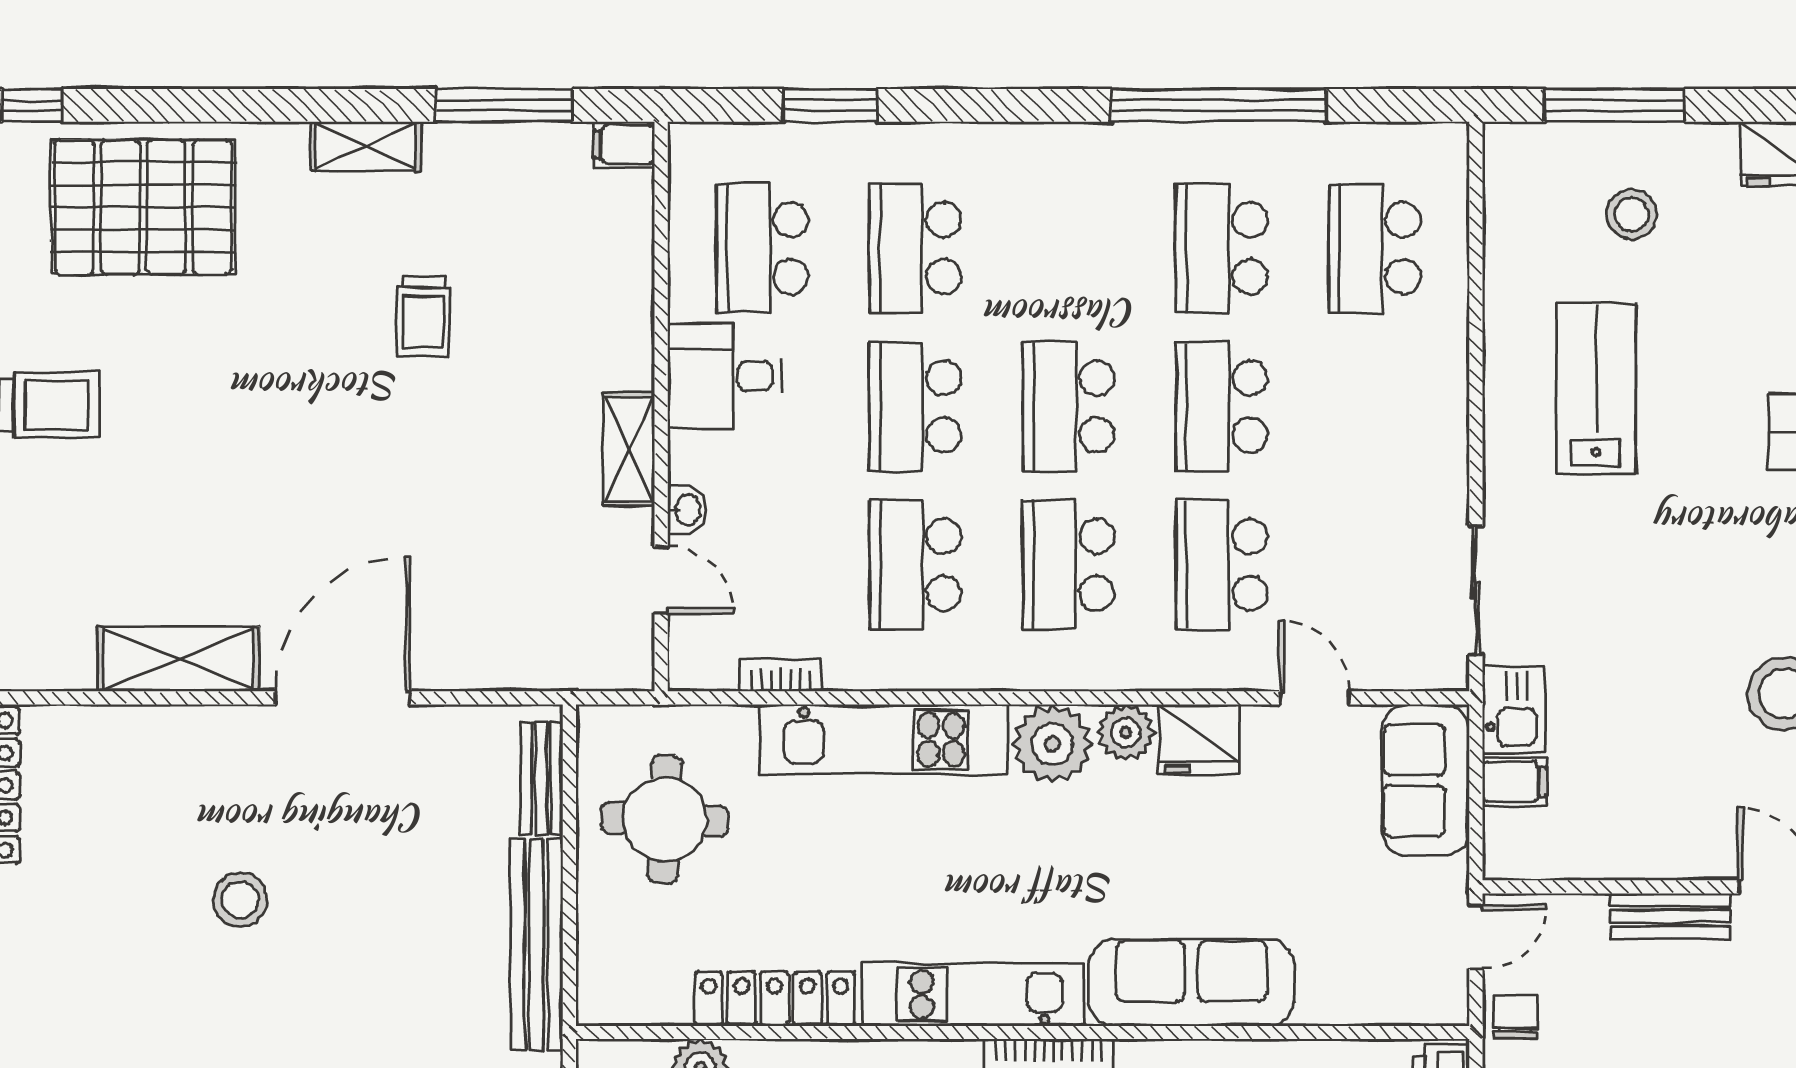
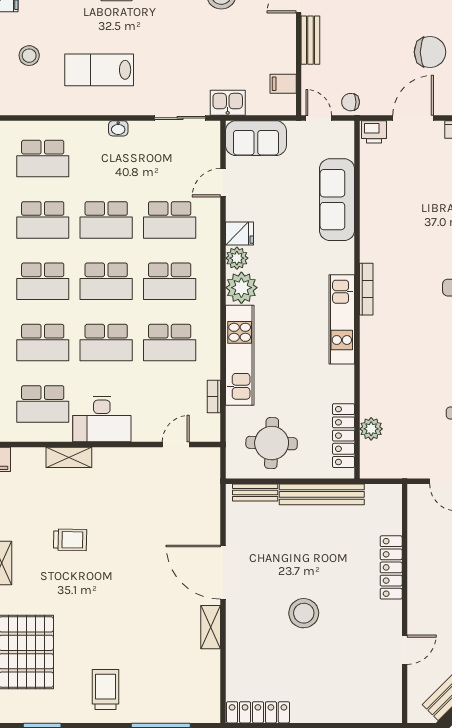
school desk: (1068, 248) -> (43, 281), added
desk: (724, 376) -> (102, 419), width x1.37
shelving: (629, 449) -> (69, 457), moved
washbasin: (687, 510) -> (118, 128), moved, turned 180
shelving: (178, 659) -> (211, 627), width x0.67, depth x0.75
fridge: (1199, 739) -> (239, 234), width x0.72
filing cabinet: (1515, 782) -> (283, 84), moved, turned -90
stool: (240, 900) -> (304, 613), width x1.38, depth x1.38
sofa: (1192, 982) -> (337, 200), moved
locker: (775, 999) -> (343, 436), moved

